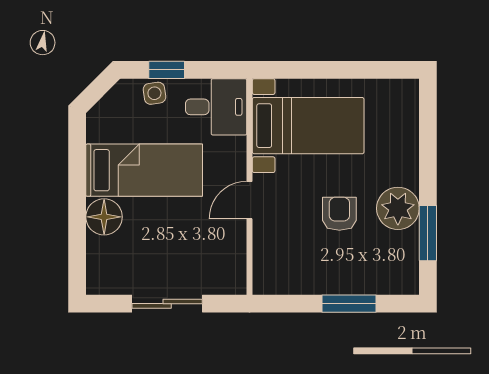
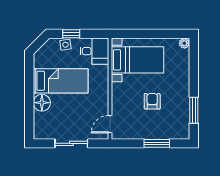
door: (250, 200) -> (110, 124), moved
plant: (398, 208) -> (184, 43), moved, width x0.53, depth x0.53

